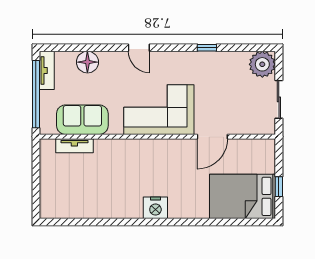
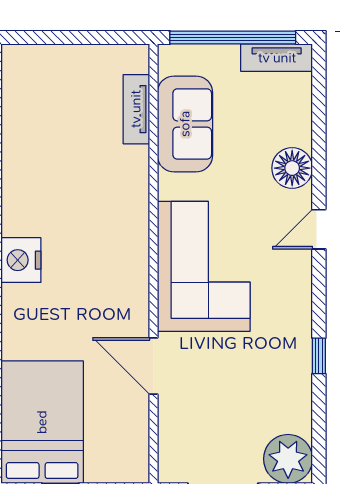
floor lamp: (87, 62) -> (292, 168), moved

